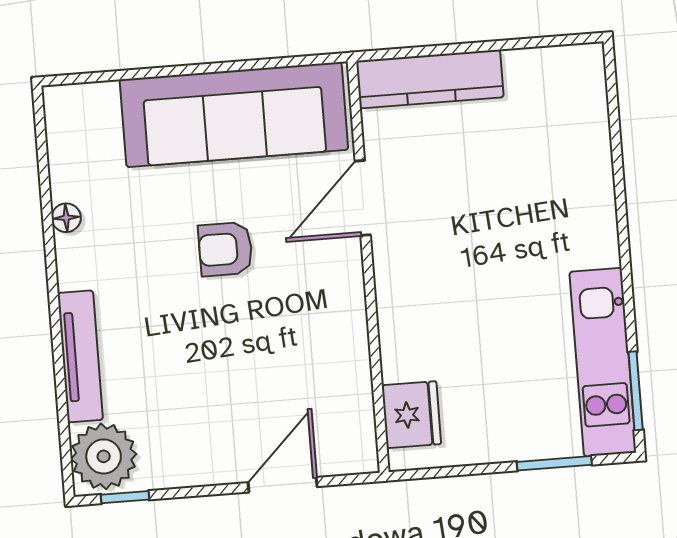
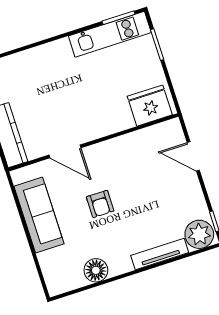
sofa: (234, 115) -> (39, 215), width x0.74, depth x0.79
floor lamp: (66, 218) -> (96, 270), width x1.89, depth x1.89
fridge: (411, 415) -> (150, 106), width x1.36, depth x1.34

